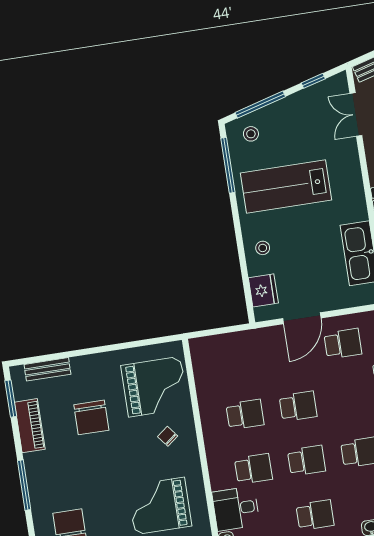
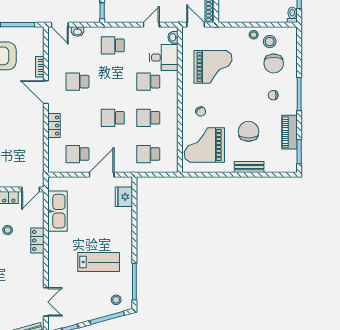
lab bench: (286, 186) -> (99, 262), width x0.73, depth x0.72
stool: (263, 248) -> (120, 224), removed
bench: (47, 369) -> (249, 167), moved
school desk: (307, 461) -> (148, 154), moved
chair: (63, 477) -> (273, 95), added

